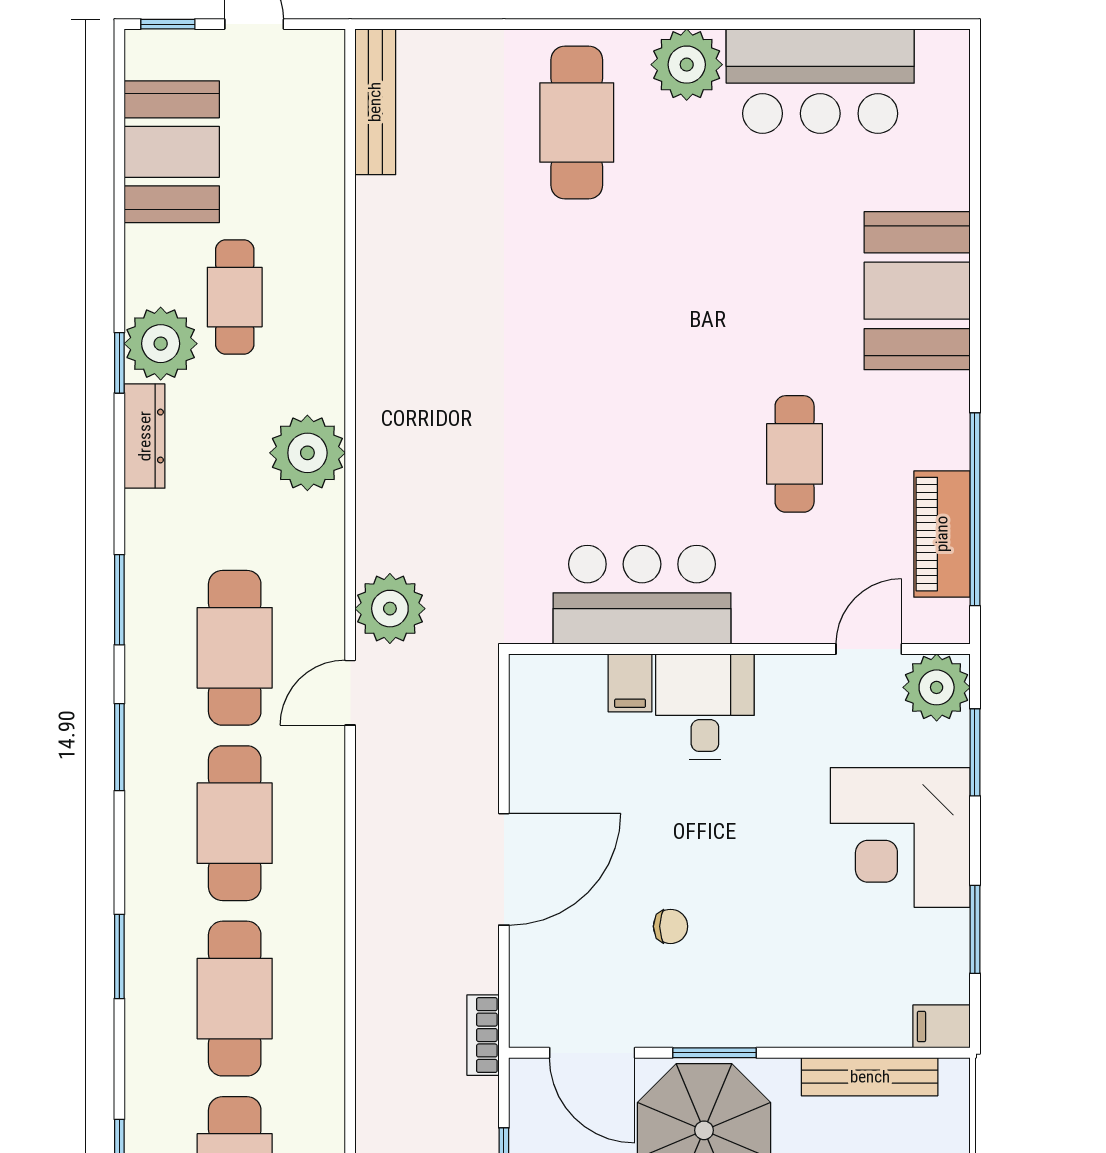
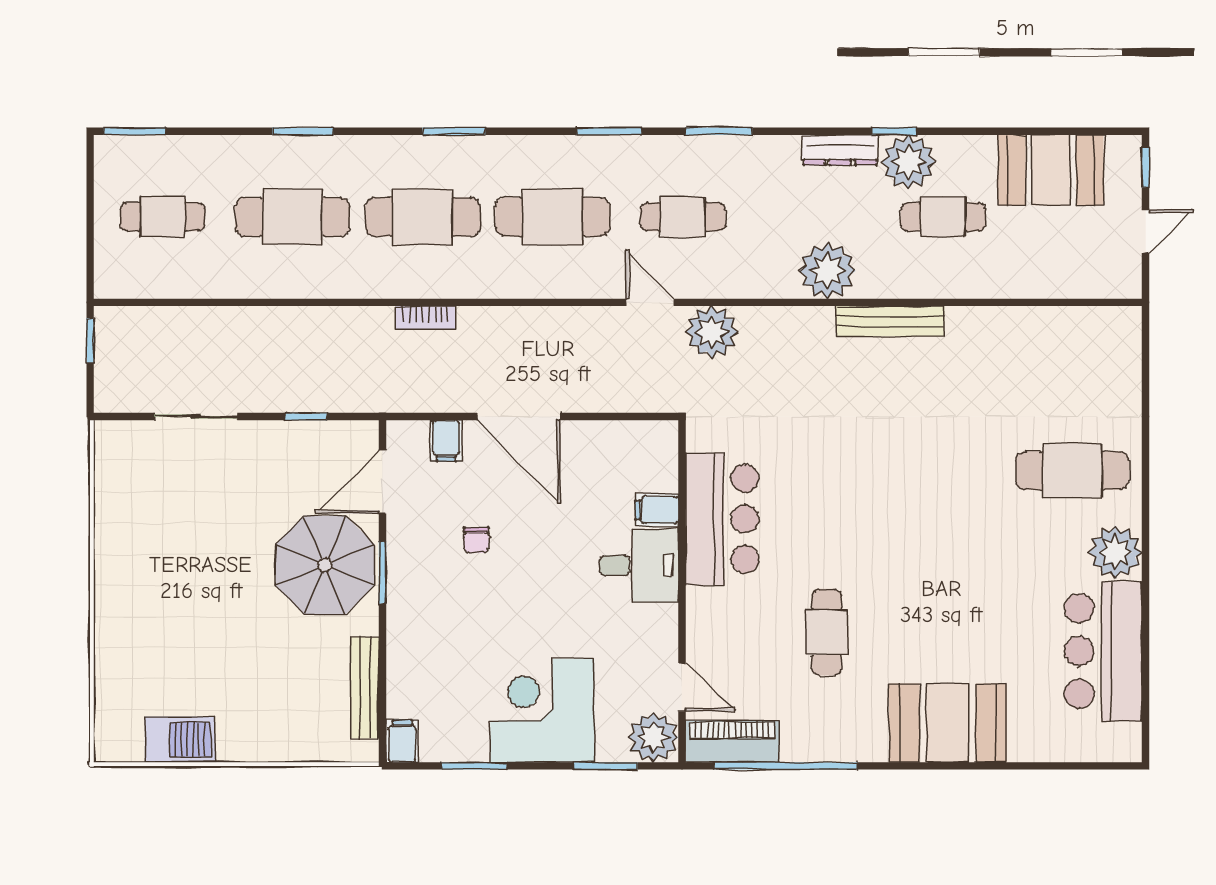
bench: (375, 102) -> (890, 321), moved
cafe table: (795, 454) -> (827, 632), turned 90
piano: (942, 534) -> (732, 741), moved
cafe table: (235, 648) -> (683, 217), width x0.73, depth x0.74
filing cabinet: (537, 967) -> (446, 441), added
bookcase: (483, 1035) -> (426, 318), moved, turned 180

